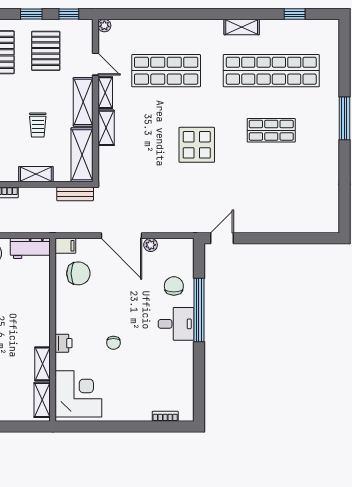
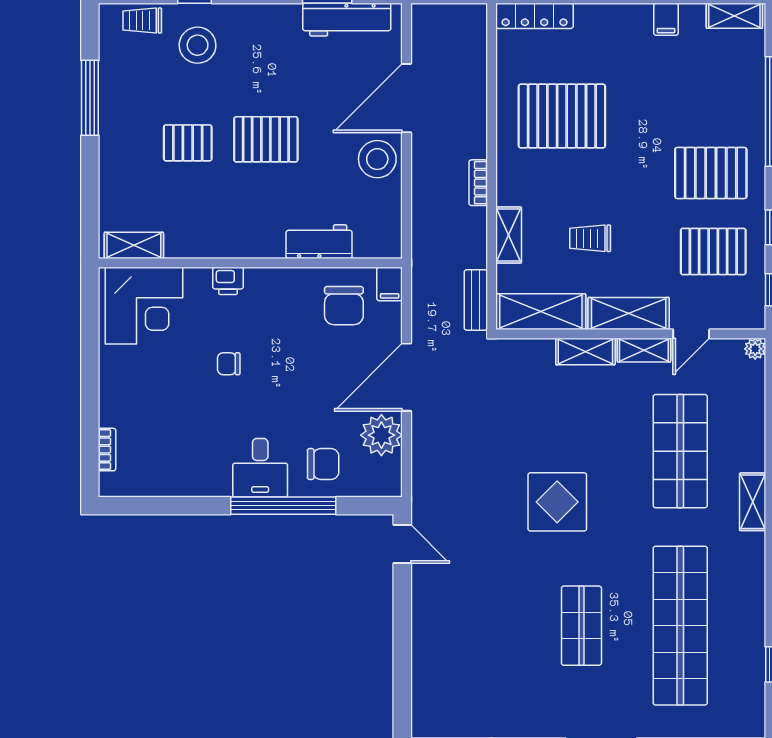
shelving: (242, 27) -> (753, 502), moved
plant: (151, 245) -> (381, 435), width x1.88, depth x1.88
workbench: (30, 248) -> (319, 242), moved, turned 90
shelving: (42, 364) -> (194, 246), removed

